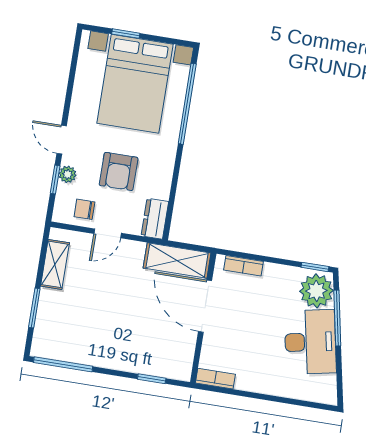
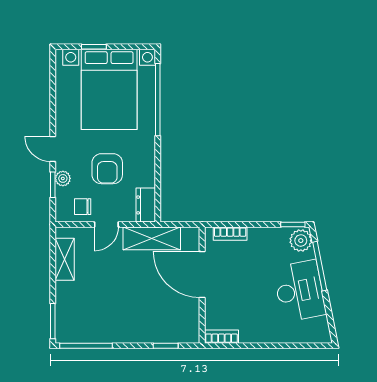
shelving: (177, 260) -> (152, 238), moved
plant: (316, 291) -> (301, 241), width x0.73, depth x0.73
window: (34, 308) -> (53, 321), moved

